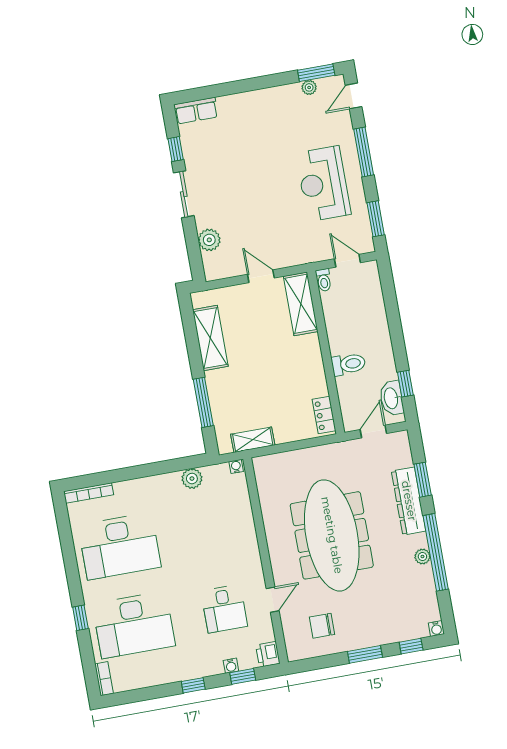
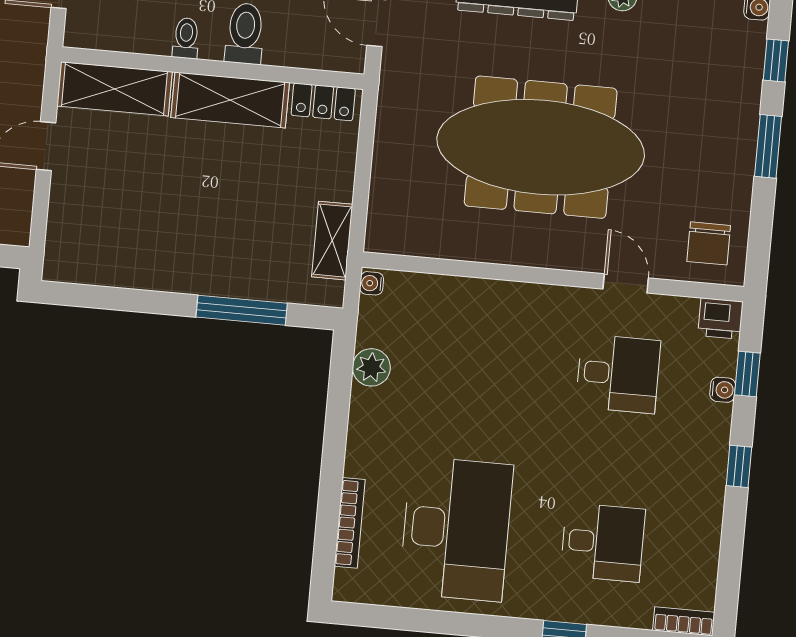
toilet: (324, 280) -> (186, 38), moved, turned -90
shelving: (210, 338) -> (230, 100), moved
bookcase: (89, 493) -> (350, 523), moved
desk: (134, 625) -> (603, 542), width x0.53, depth x0.77
chair: (322, 626) -> (709, 243), moved

